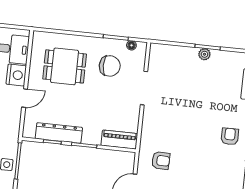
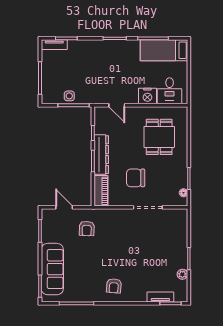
plant: (204, 54) -> (182, 274), moved
chair: (110, 66) -> (136, 178), moved, turned 90
door: (25, 98) -> (117, 105), moved
dresser: (59, 133) -> (101, 155), moved
armchair: (230, 136) -> (114, 286), turned 95

